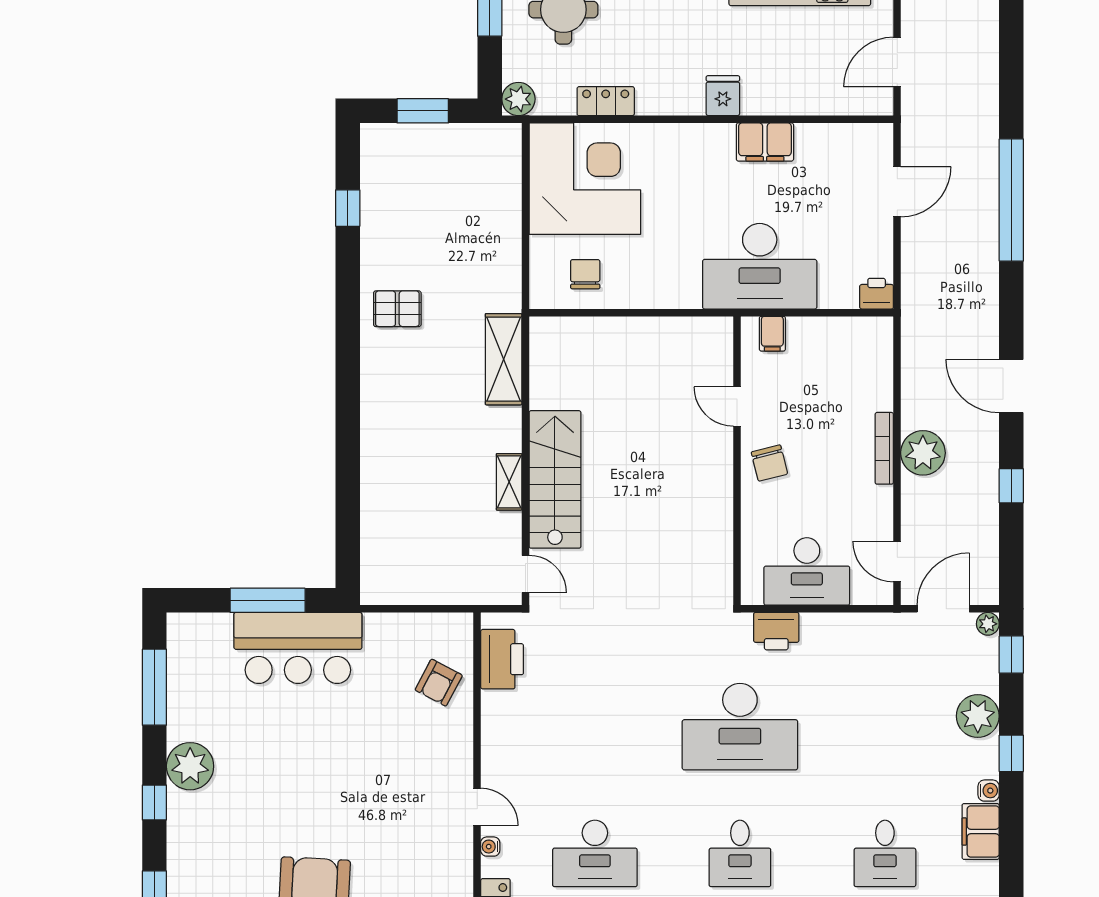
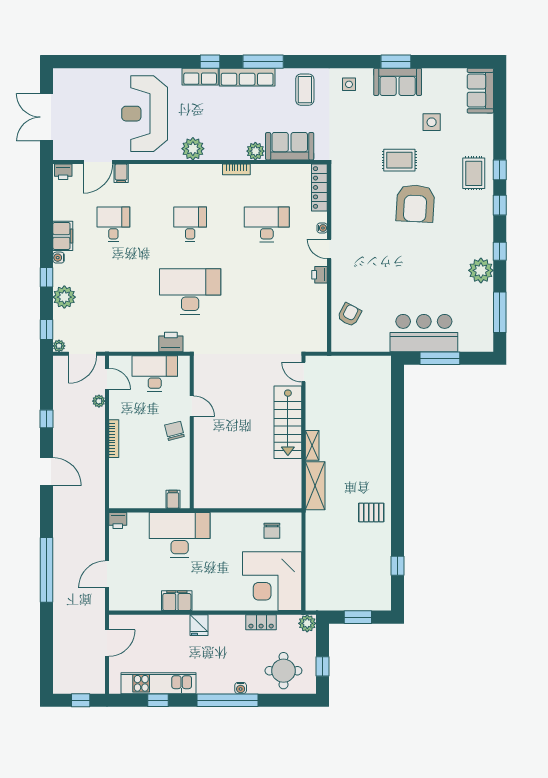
door: (737, 406) -> (192, 406), moved
plant: (923, 453) -> (99, 401), moved, width x0.53, depth x0.53
shelving: (509, 482) -> (312, 445), moved
printer: (502, 659) -> (320, 275), moved, width x0.53, depth x0.68

